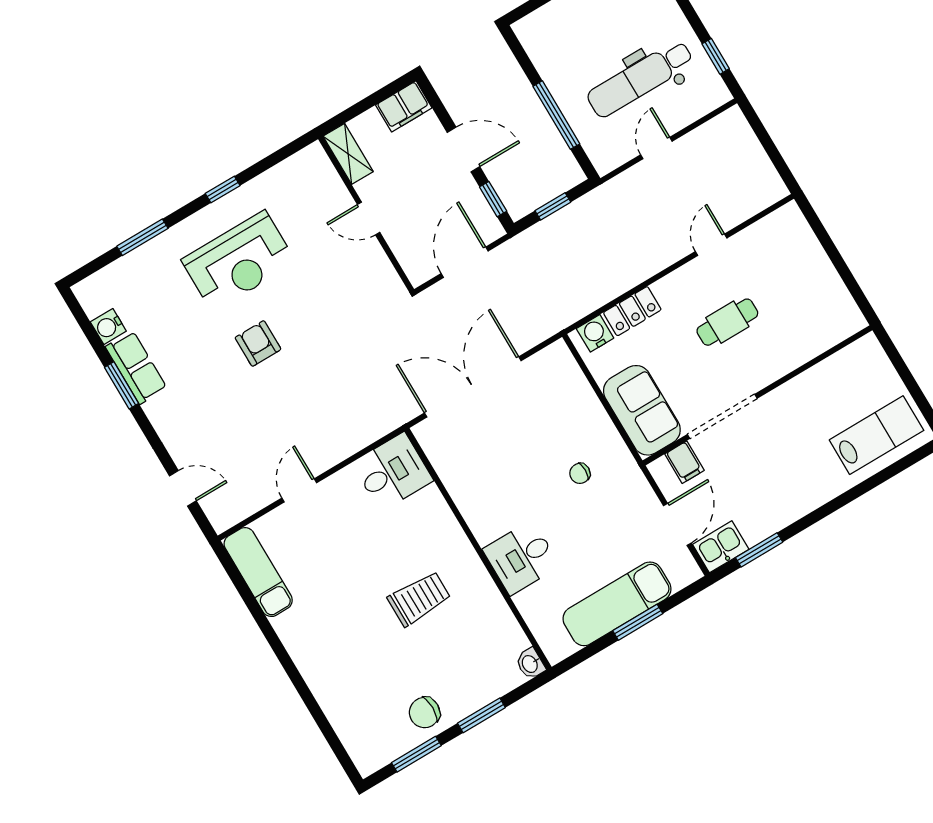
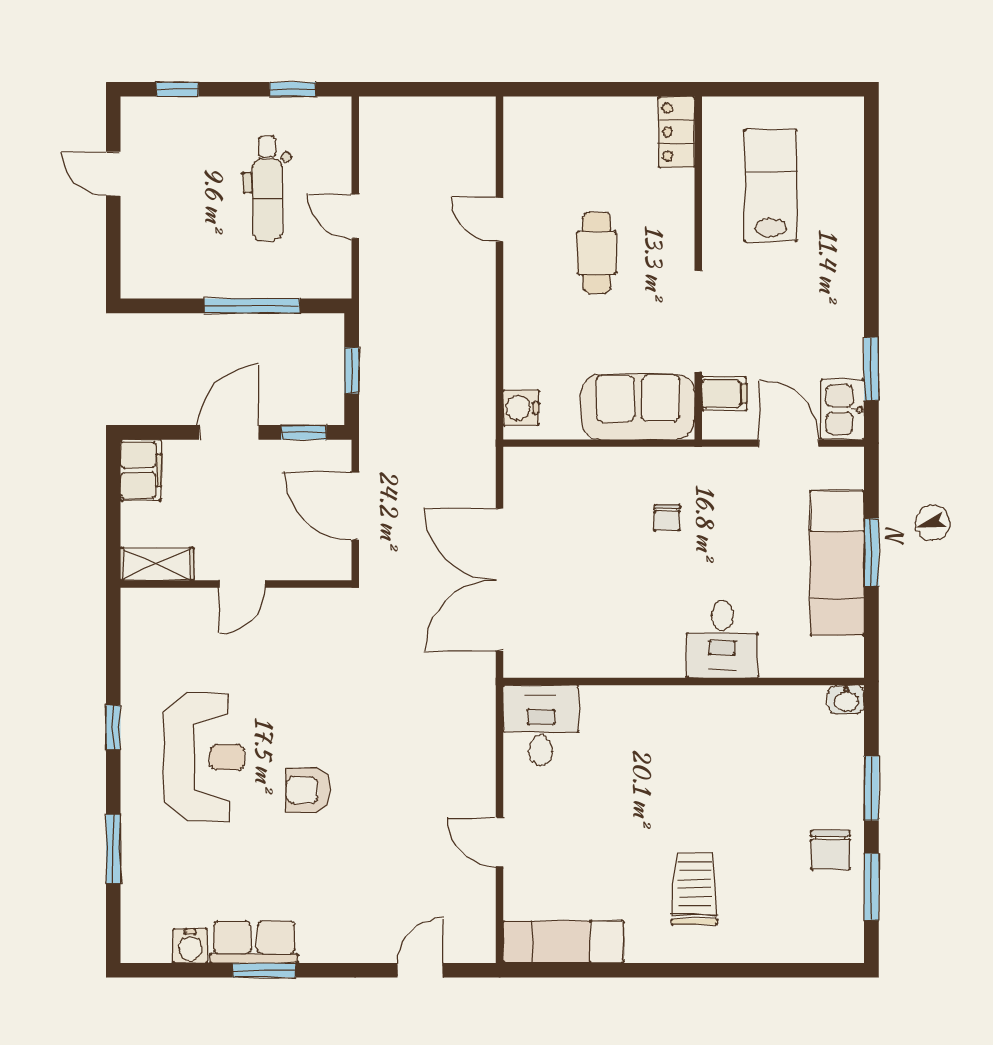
dental chair: (640, 79) -> (267, 188), width x0.73, depth x0.72
locker: (632, 311) -> (677, 132), moved, turned 180
lab bench: (876, 435) -> (771, 185), moved
trolley: (419, 599) -> (694, 889), moved

